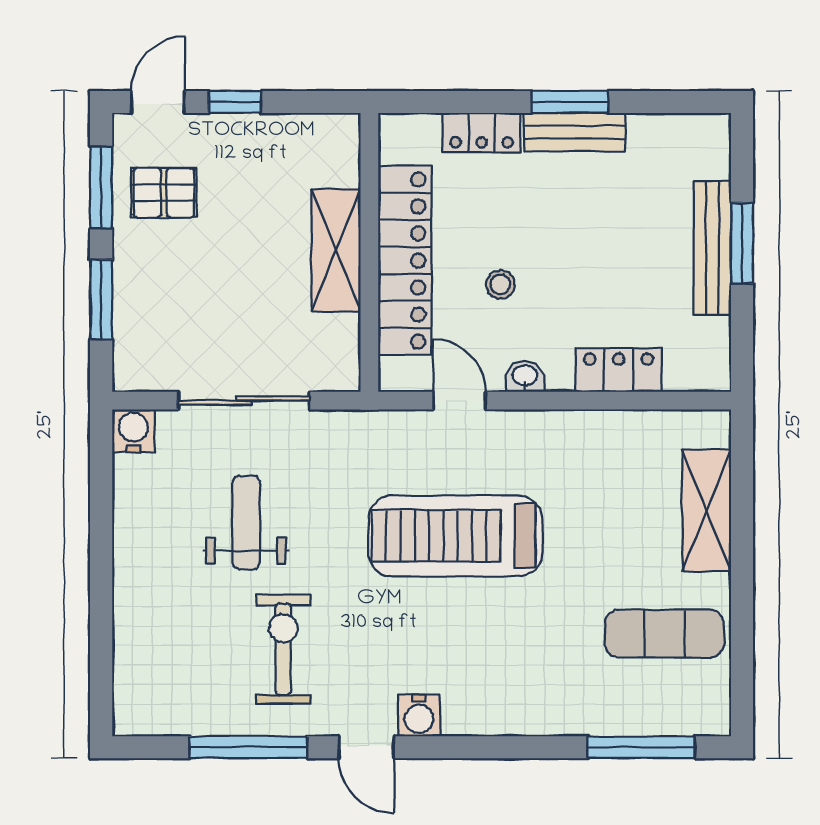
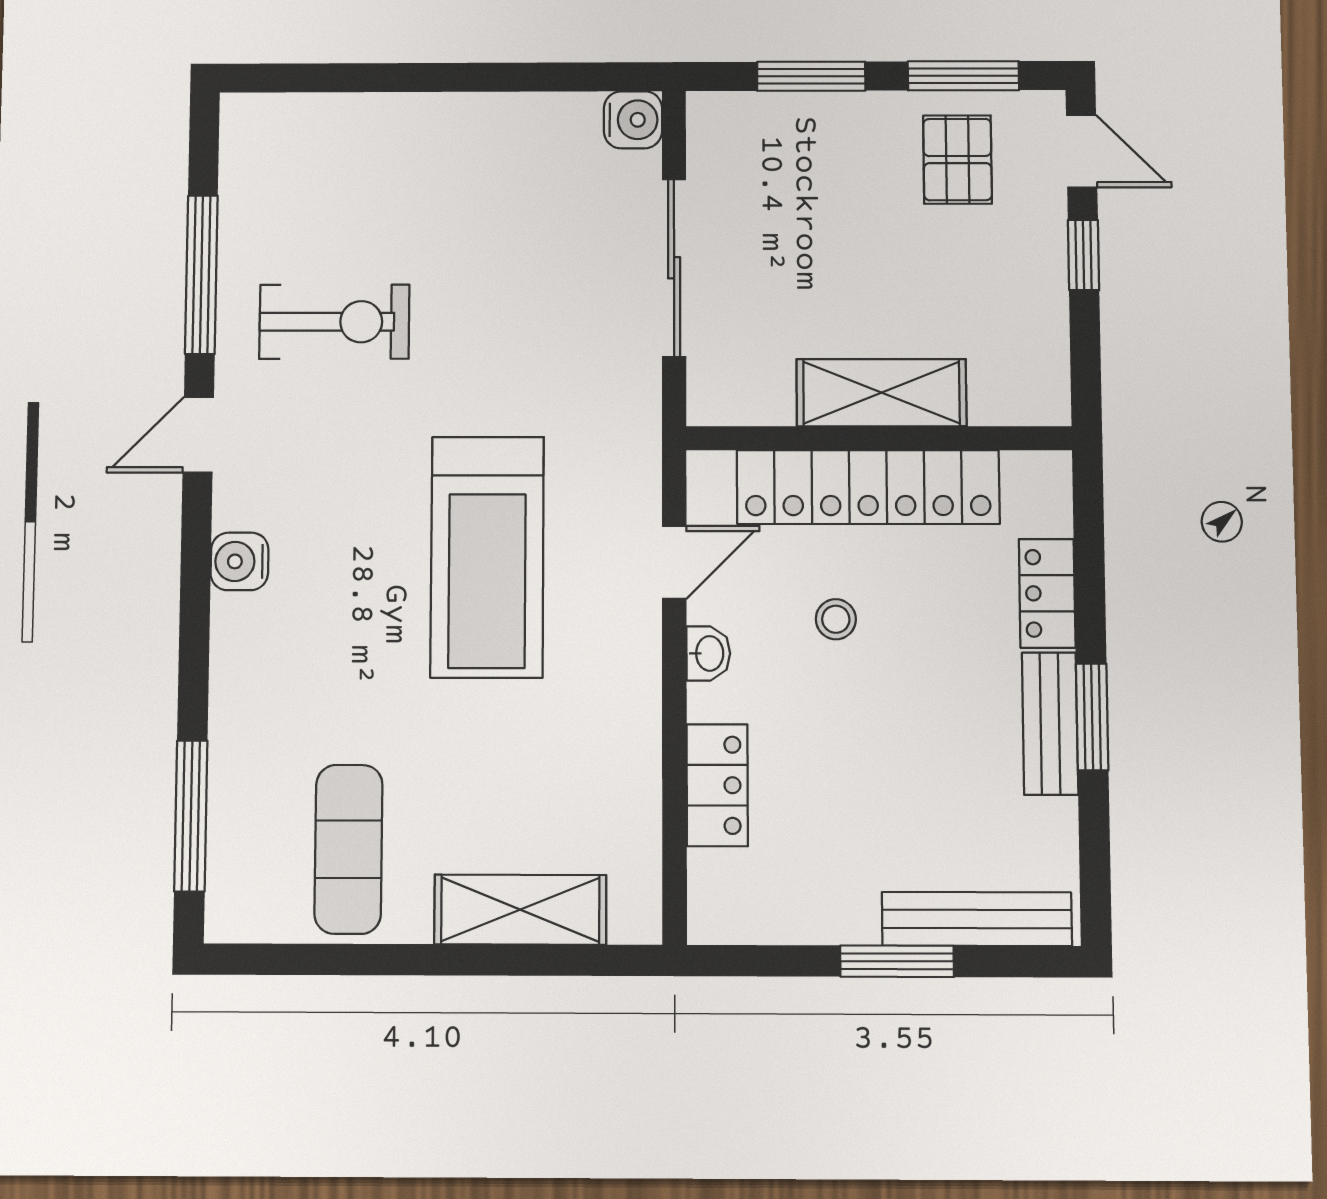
bench: (712, 248) -> (977, 919), moved
weight bench: (246, 522) -> (508, 271), removed
treadmill: (455, 536) -> (487, 557), turned 180
water cooler: (419, 715) -> (239, 561), moved

